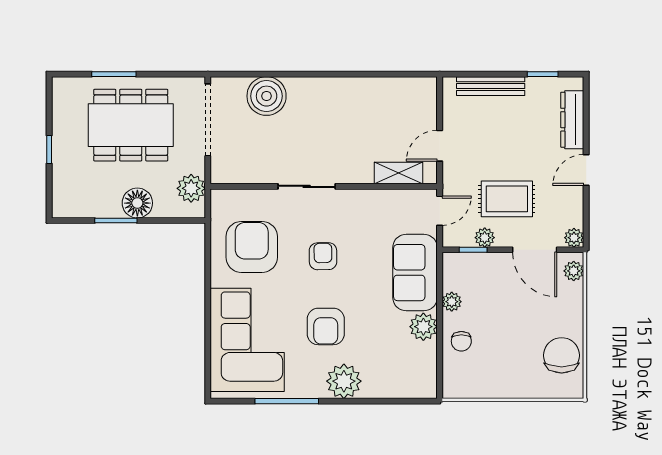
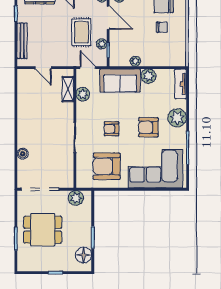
boiler: (267, 96) -> (23, 154), width x0.54, depth x0.54
dining table: (131, 125) -> (43, 230), width x0.73
door: (440, 146) -> (43, 68), moved
plant: (389, 202) -> (83, 94), added
floor lamp: (137, 203) -> (84, 255), moved
door: (535, 250) -> (108, 18), hinge flipped
armchair: (326, 326) -> (148, 127), turned 180
chair: (461, 341) -> (162, 27), moved
tv unit: (408, 388) -> (181, 84), added

